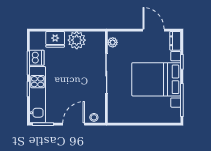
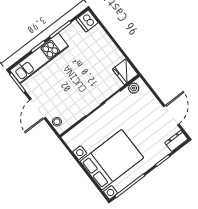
fridge: (55, 39) -> (125, 72), moved
plant: (77, 40) -> (112, 56), removed
dishwasher: (37, 58) -> (87, 21), moved, turned 90
bed with nightstands: (156, 79) -> (112, 160), moved, turned 90
door: (74, 124) -> (38, 109), swing flipped

